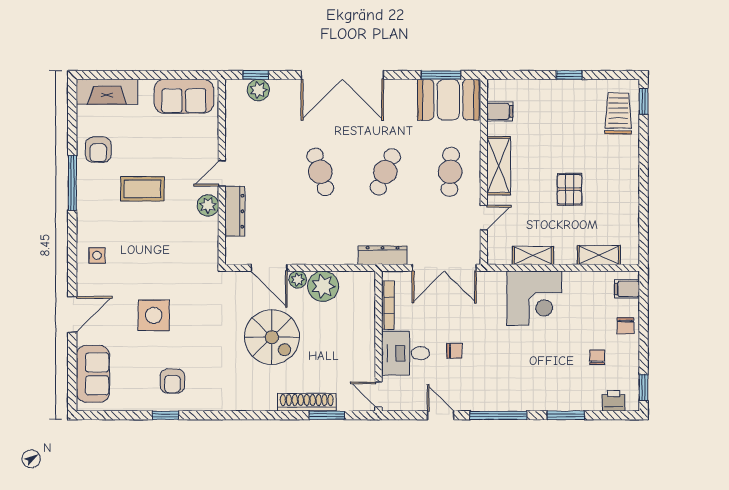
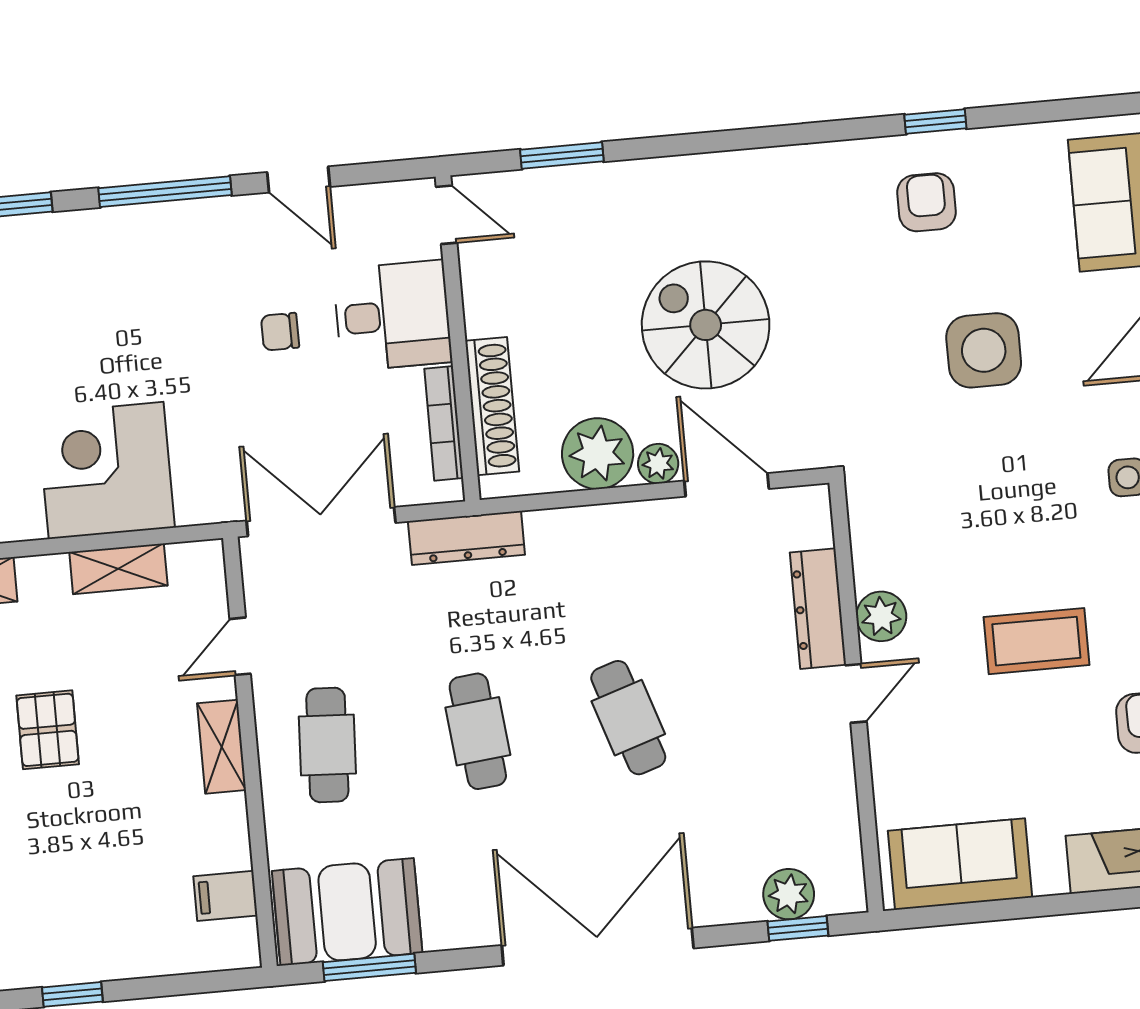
shelving: (499, 166) -> (222, 747), width x0.67, depth x0.75
cafe table: (385, 172) -> (478, 731), turned -30
shoe rack: (307, 402) -> (492, 406), moved, turned -90

